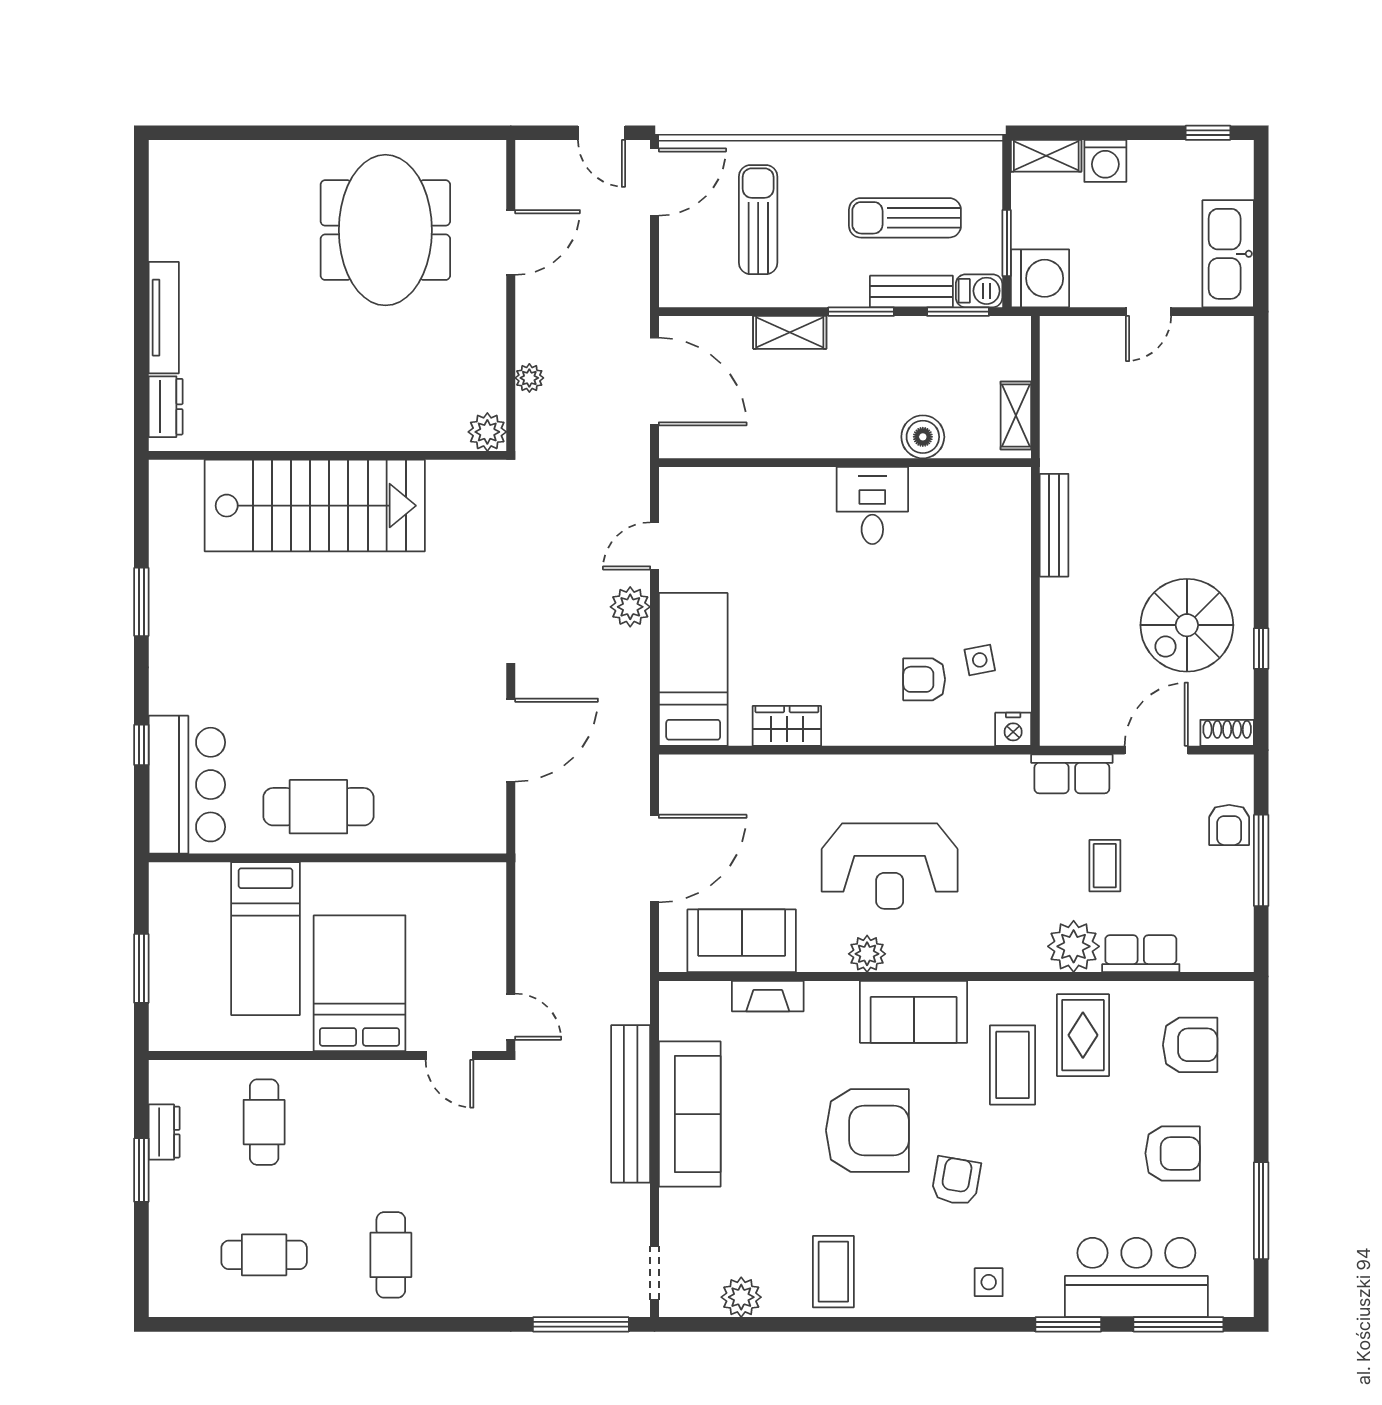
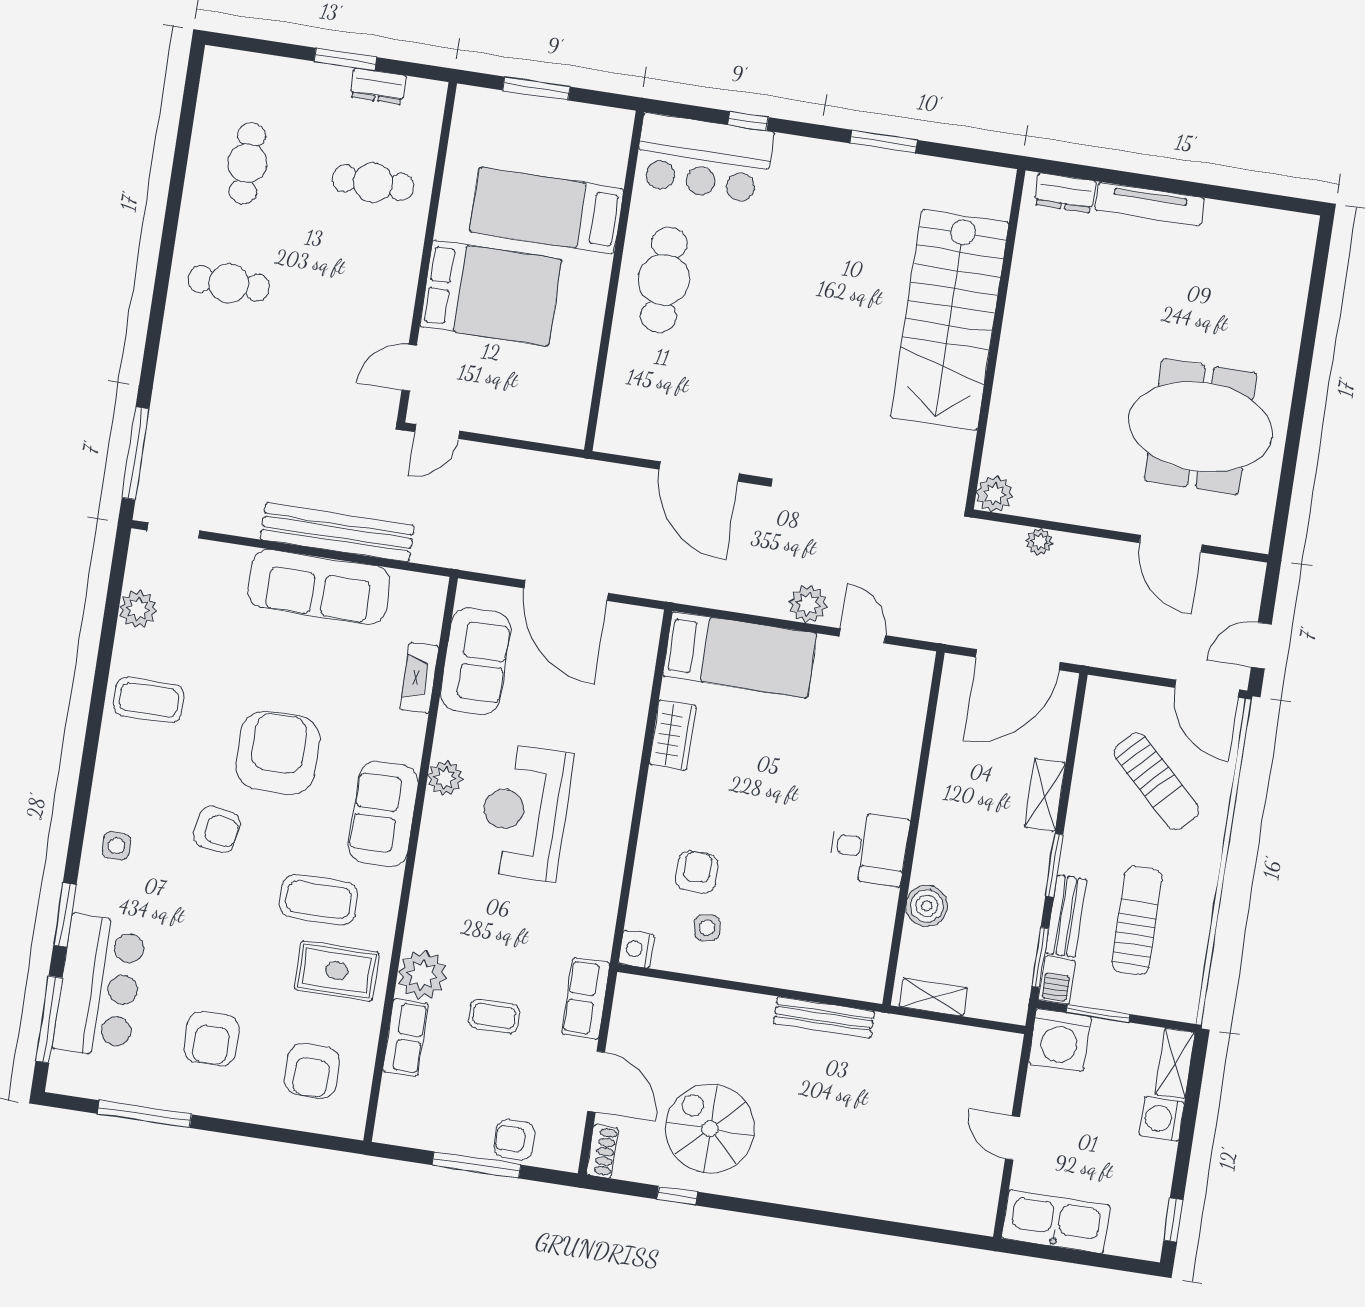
sun lounger: (758, 220) -> (1156, 781), turned 44
armchair: (867, 1130) -> (278, 753), turned 180

